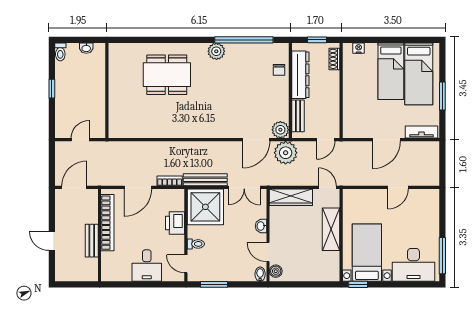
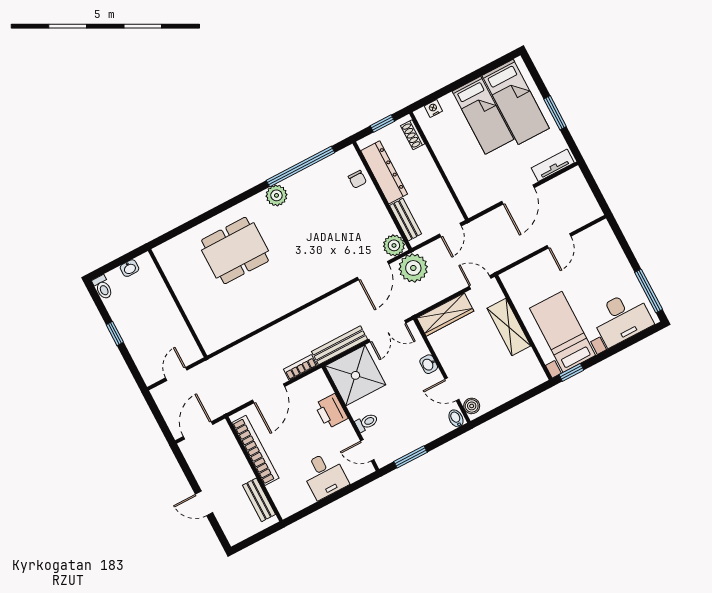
bench: (92, 241) -> (259, 500), moved

